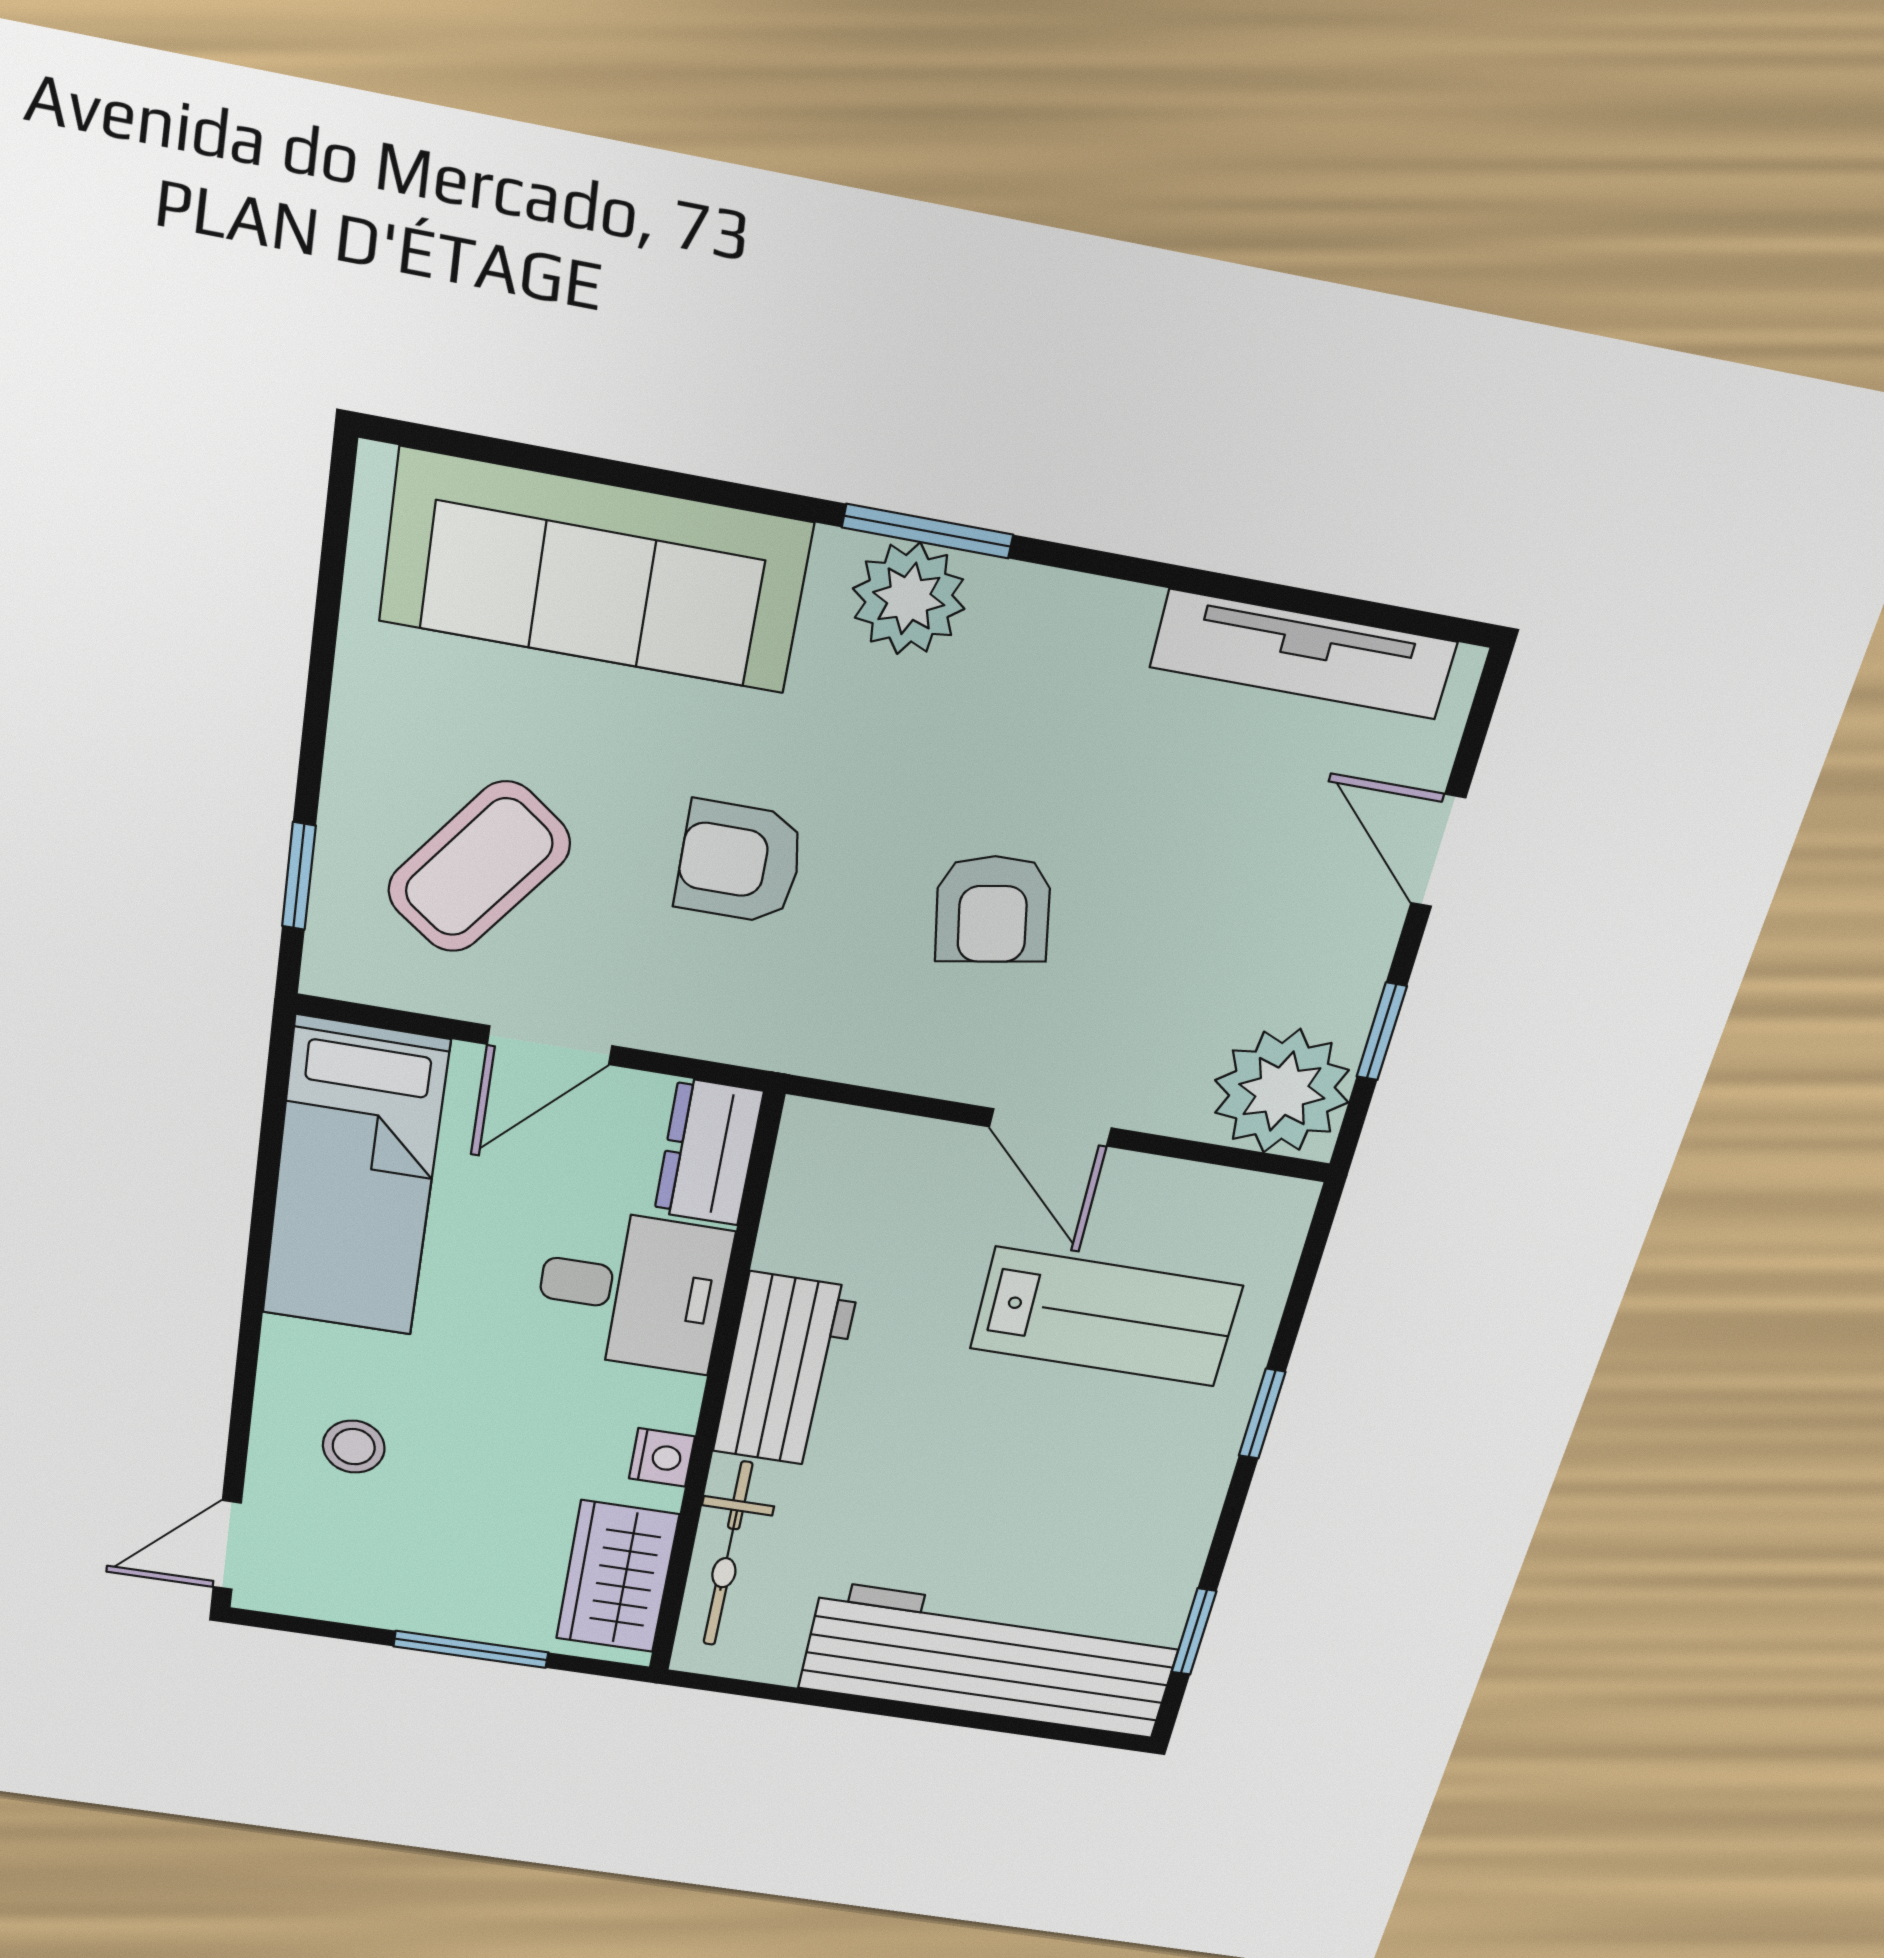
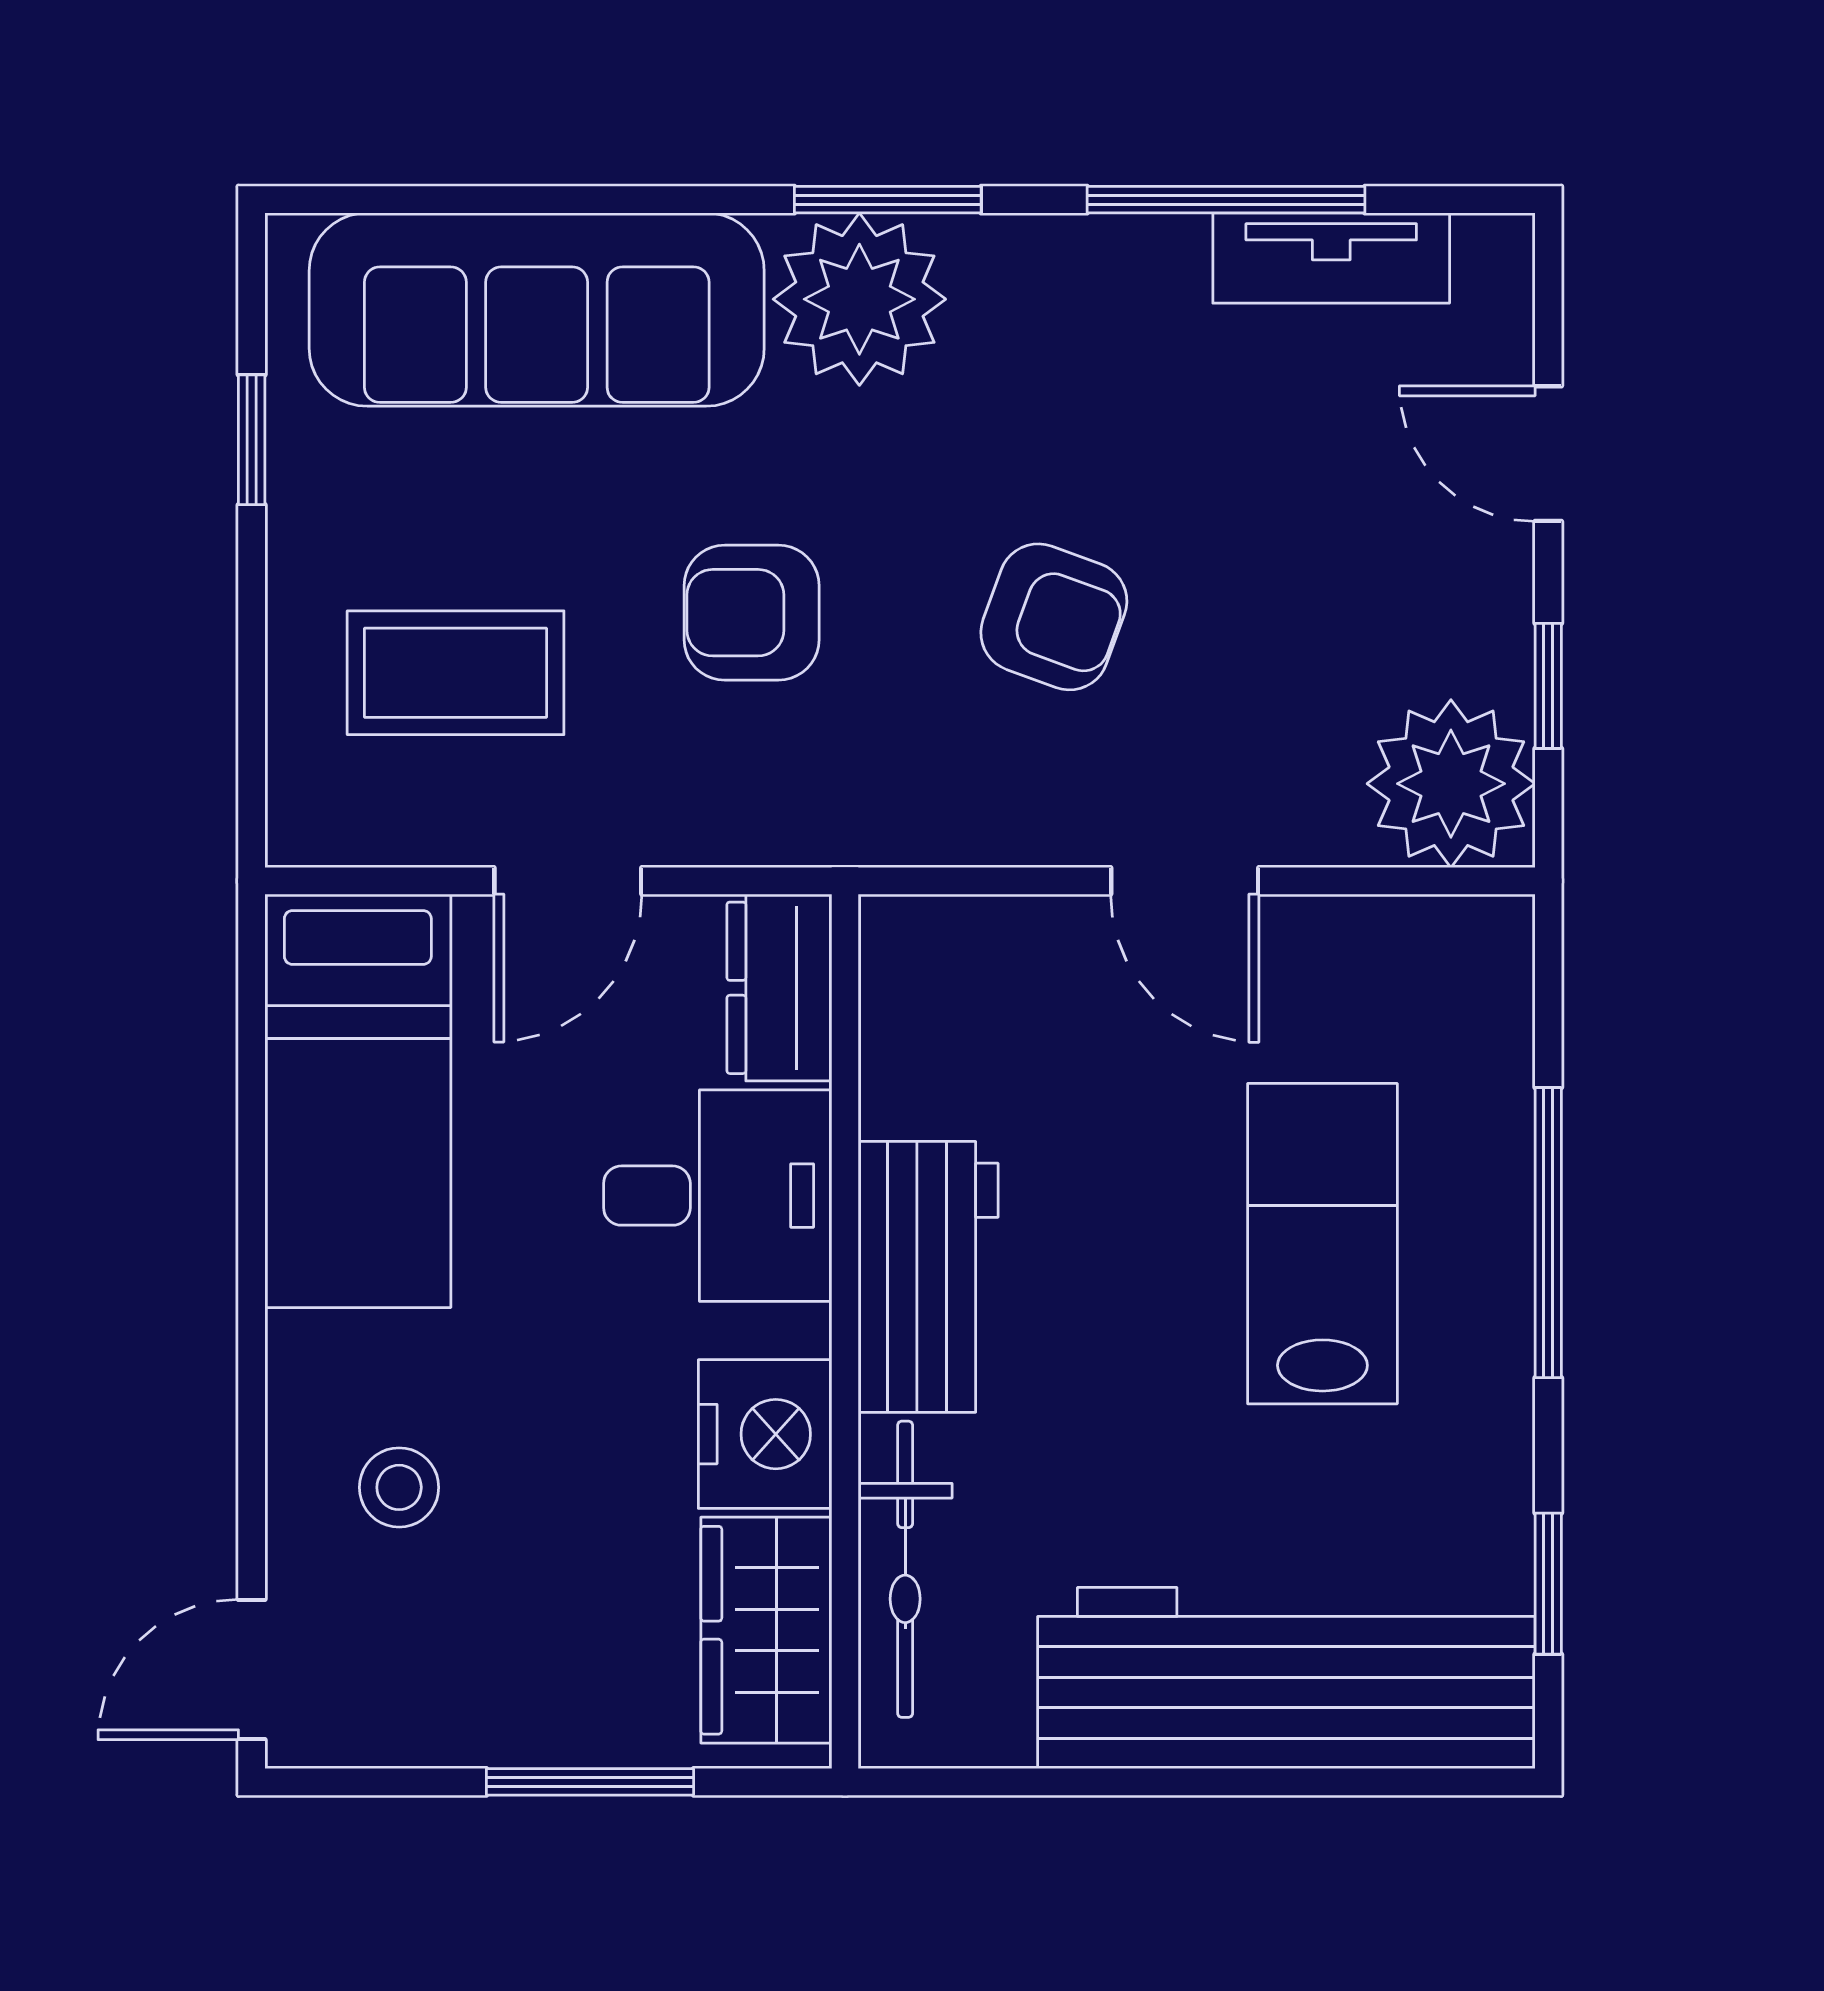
window: (1226, 587) -> (1226, 200), added
plant: (909, 599) -> (859, 299), width x1.36, depth x1.36
tv unit: (1304, 655) -> (1331, 258), width x0.71
coffee table: (479, 867) -> (456, 673), turned 53
window: (299, 876) -> (252, 440), moved
armchair: (993, 909) -> (1054, 617), turned -60
lab bench: (1106, 1317) -> (1322, 1244), moved, turned -90
window: (1262, 1414) -> (1548, 1233), width x2.17
nightstand: (662, 1457) -> (765, 1434), width x1.89, depth x1.79

